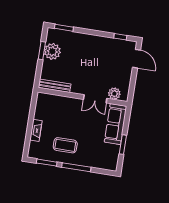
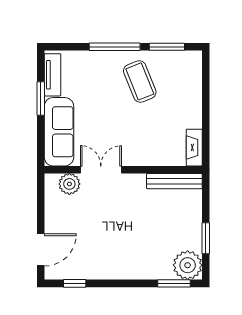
plant: (52, 51) -> (188, 265), moved
door: (136, 59) -> (41, 250), swing flipped
fireplace: (36, 130) -> (194, 148), moved
coffee table: (65, 145) -> (140, 81), turned 68
tv unit: (114, 157) -> (52, 75), added

